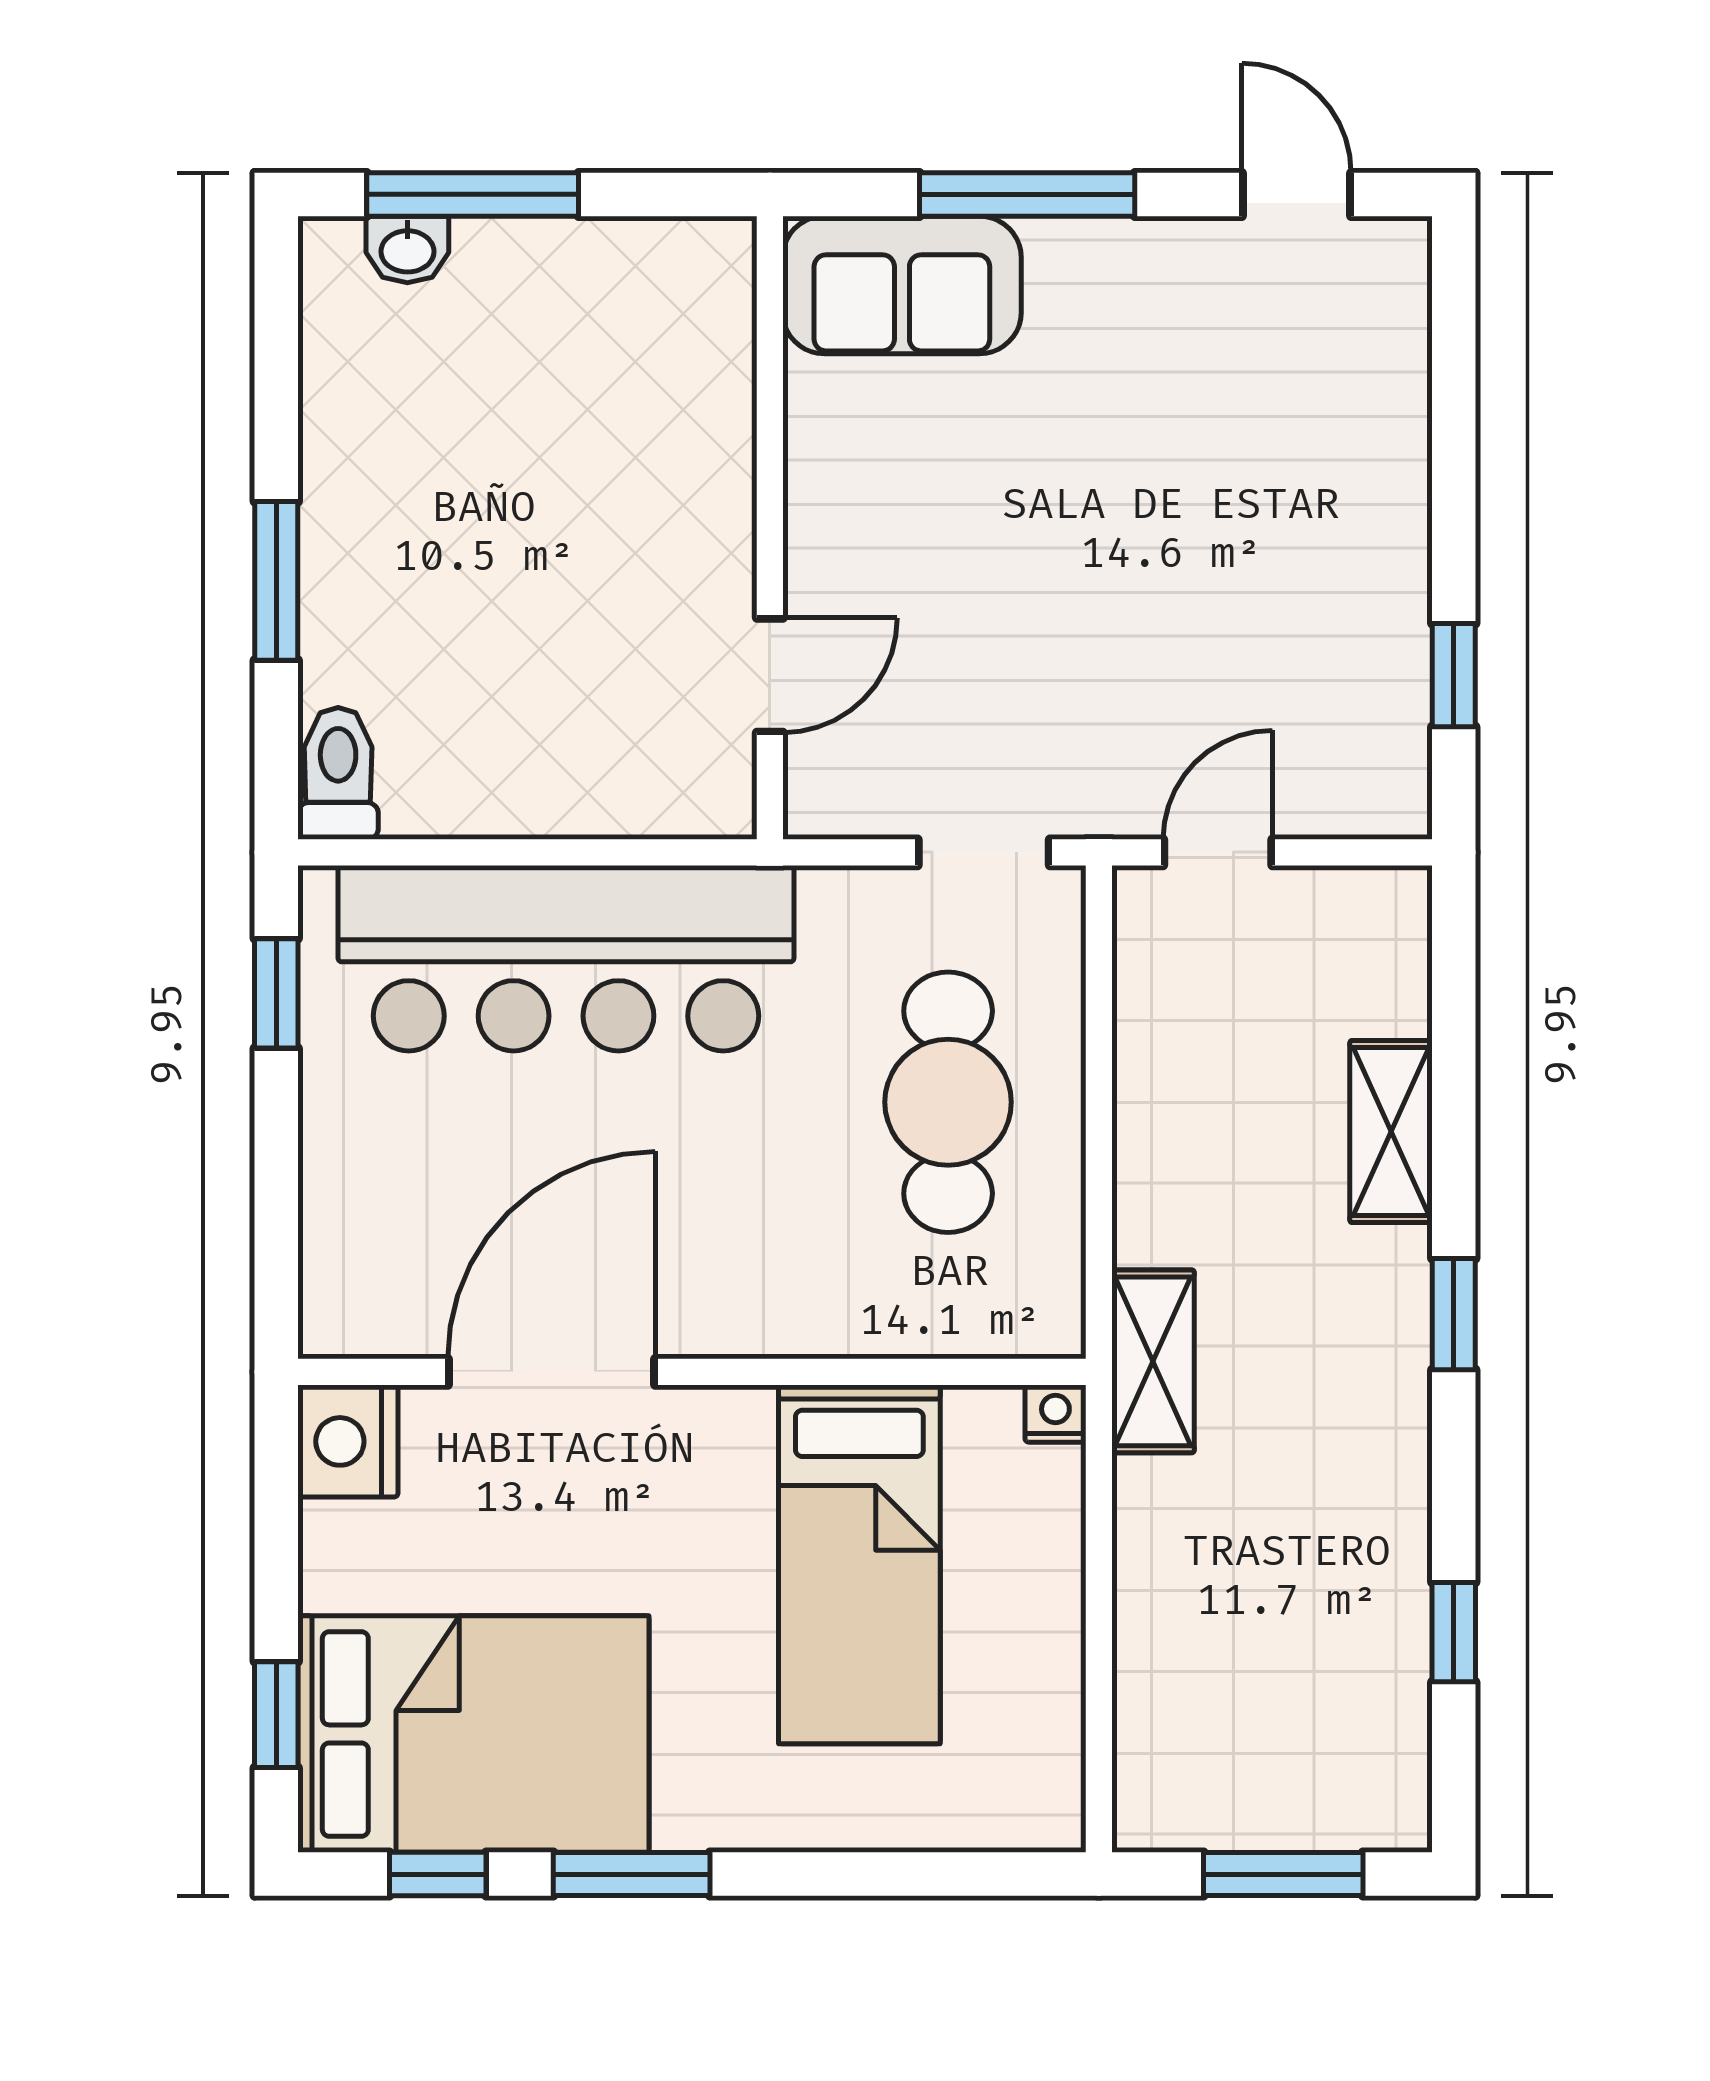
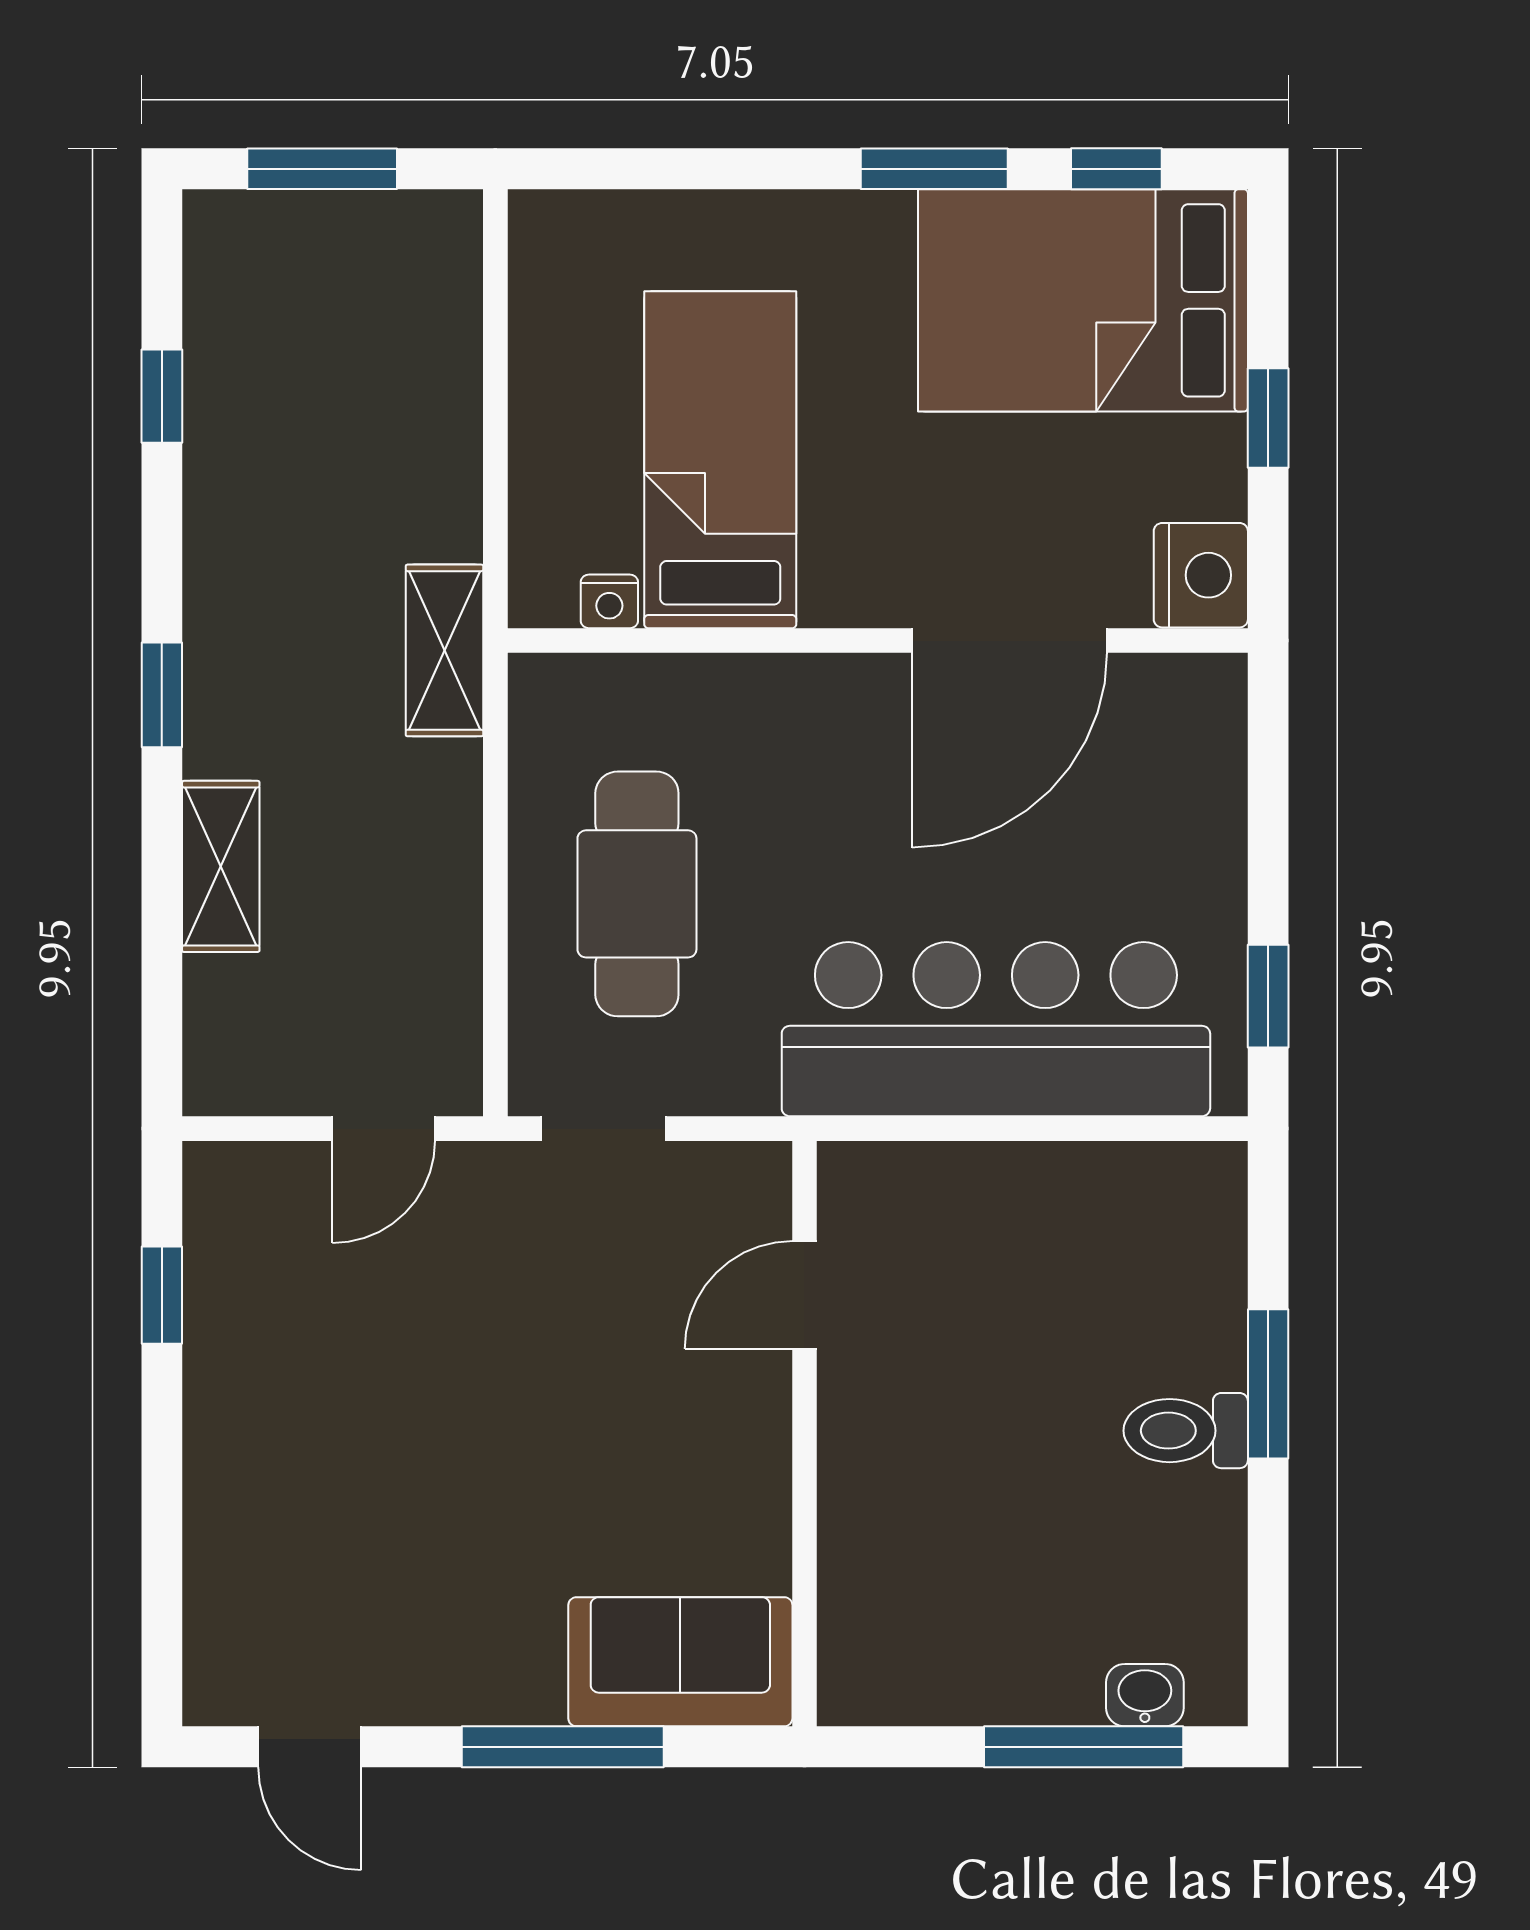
toilet: (338, 773) -> (1186, 1431), moved, turned 90
nightstand: (1055, 1414) -> (609, 601), moved
window: (276, 1715) -> (1268, 418), moved

